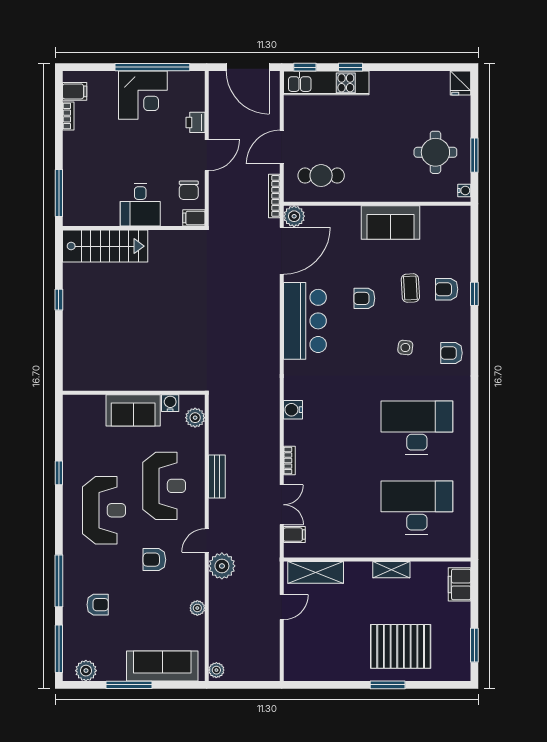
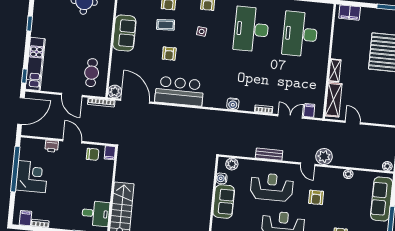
window: (350, 67) -> (30, 24), moved
desk: (140, 205) -> (96, 213), moved
shelving: (391, 570) -> (335, 70), moved

